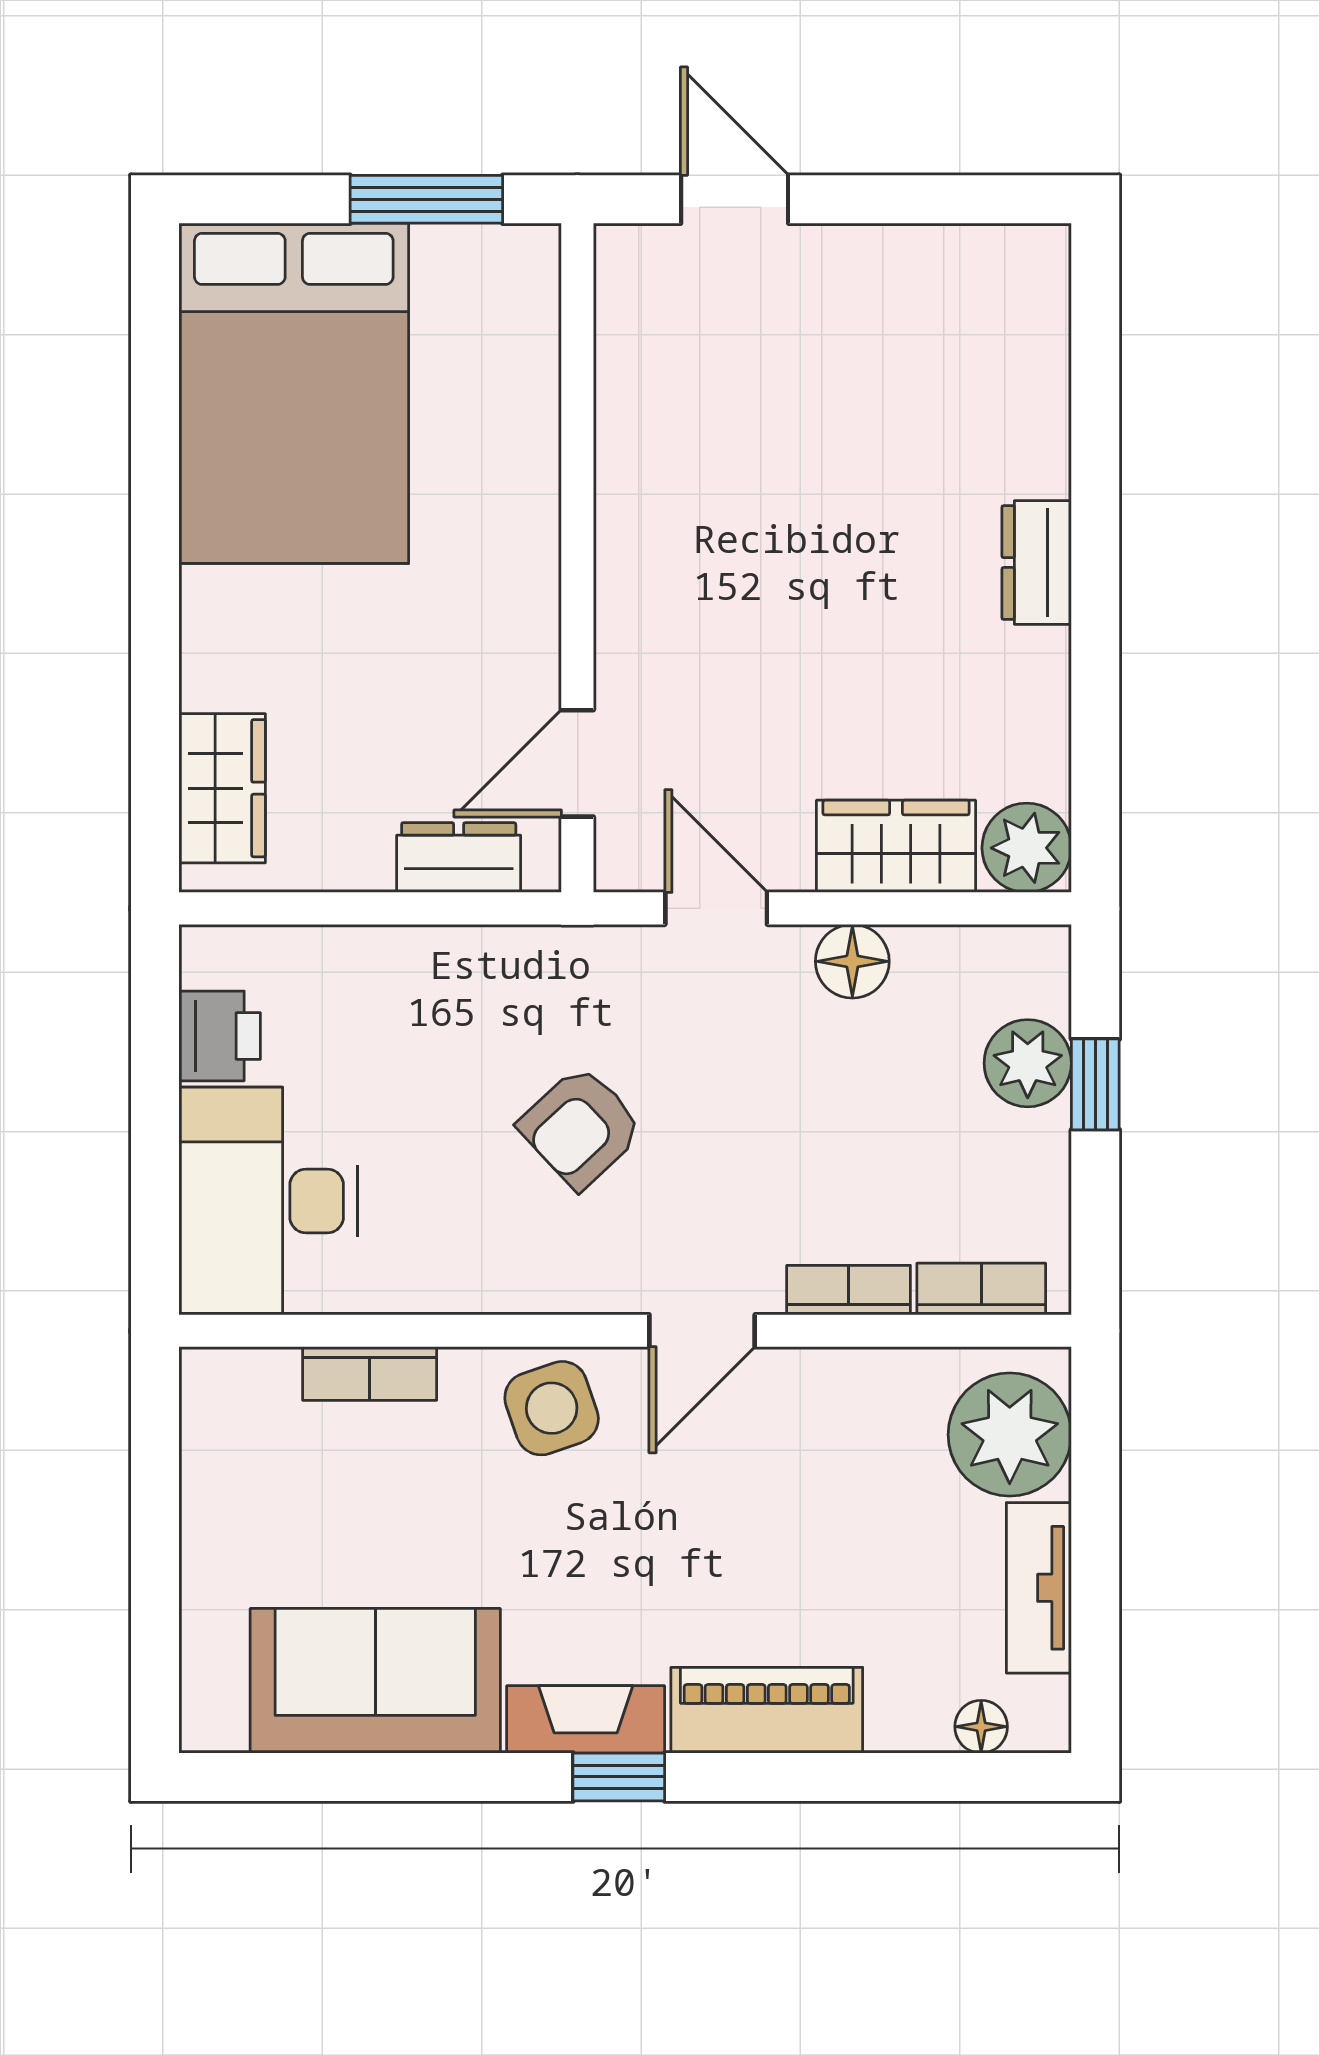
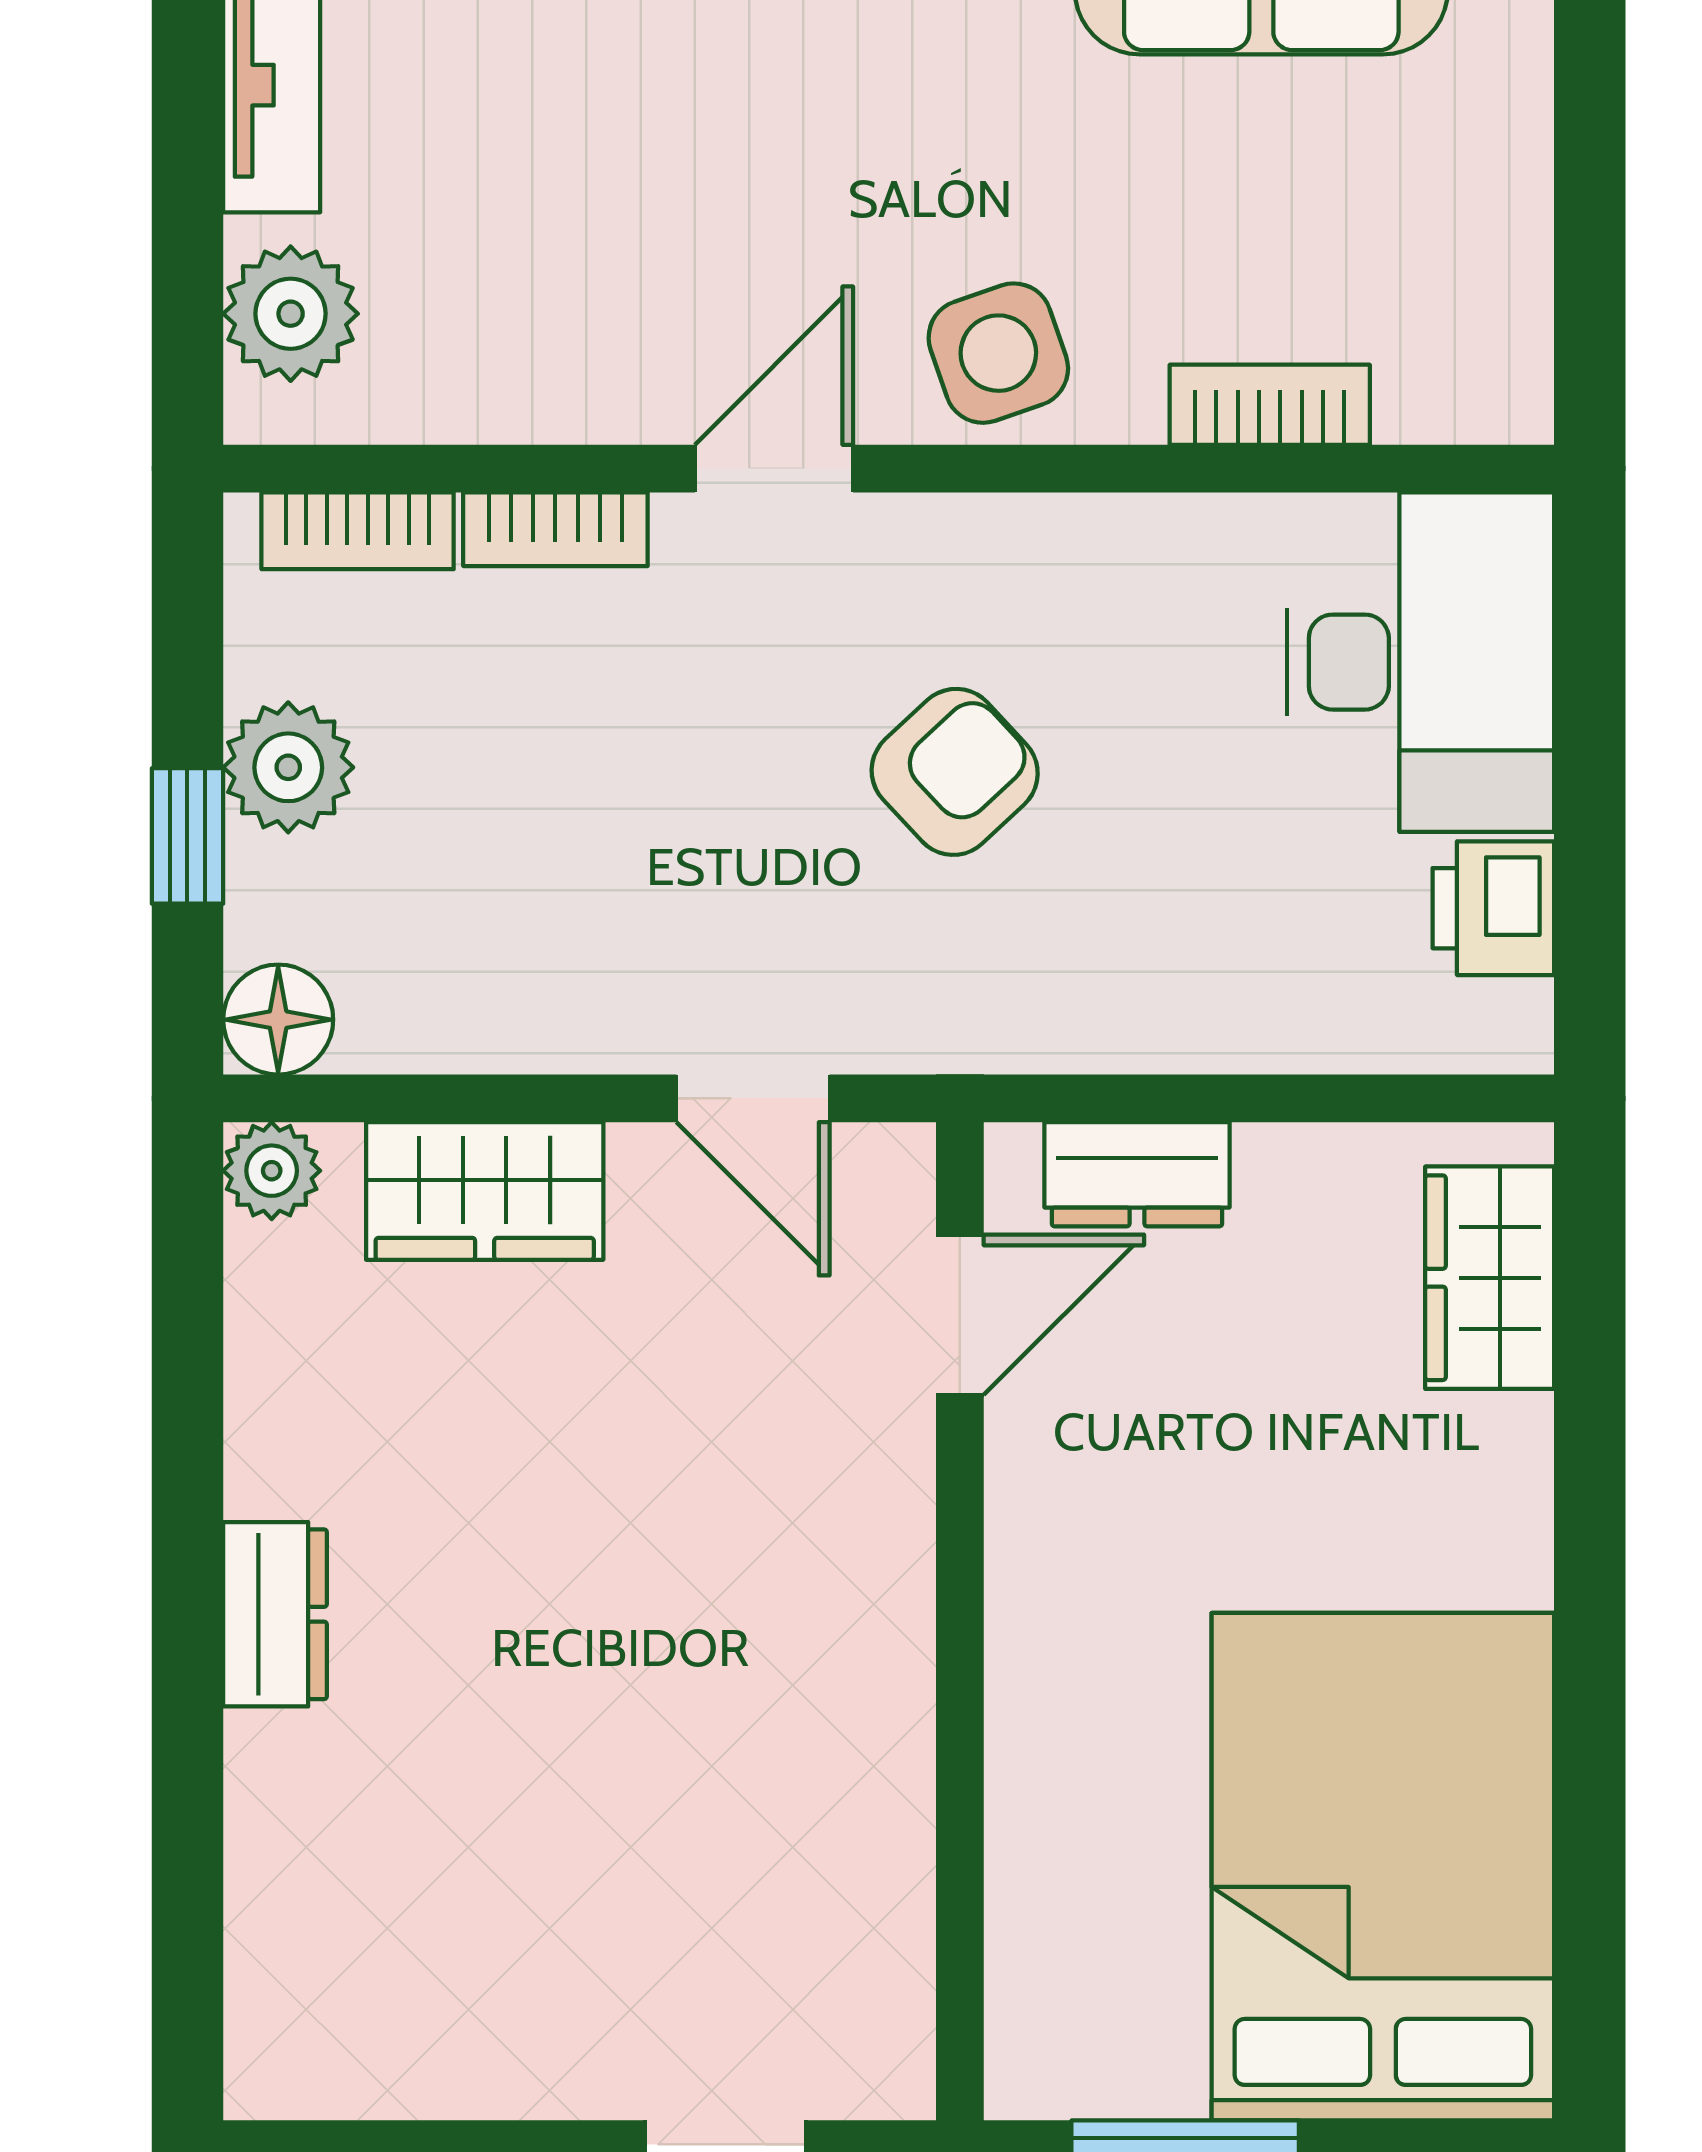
plant: (1027, 848) -> (272, 1171), width x0.73, depth x0.73
floor lamp: (852, 961) -> (278, 1020), moved
plant: (1028, 1063) -> (288, 767), moved
plant: (1010, 1435) -> (291, 314), width x0.73, depth x0.73

